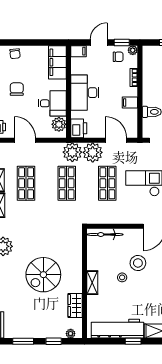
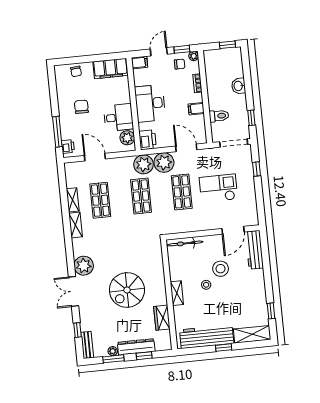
filing cabinet: (57, 62) -> (111, 68), moved, turned -90
dresser: (47, 332) -> (136, 347), added
plant: (71, 334) -> (113, 351), moved

